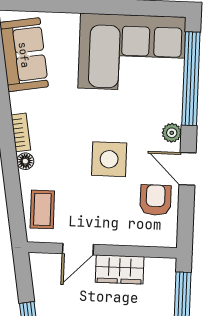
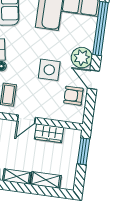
plant: (172, 133) -> (82, 58), width x1.87, depth x1.87
armchair: (156, 200) -> (73, 96), turned -90

